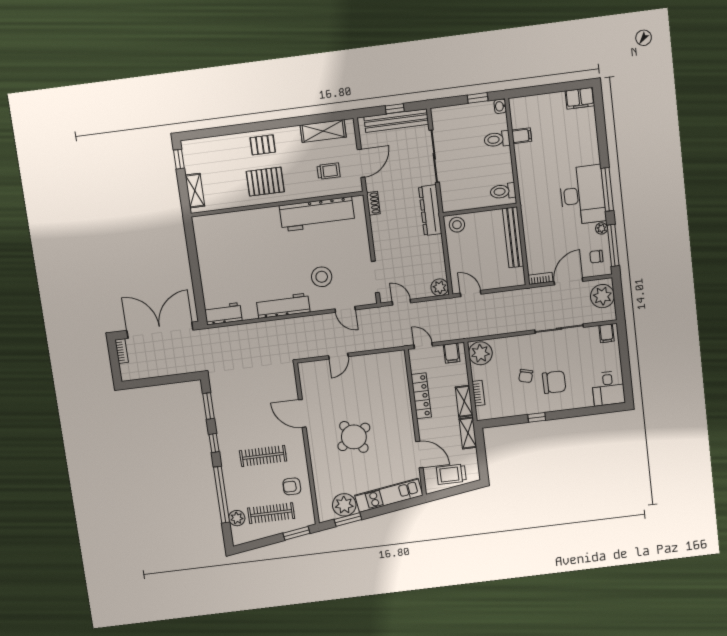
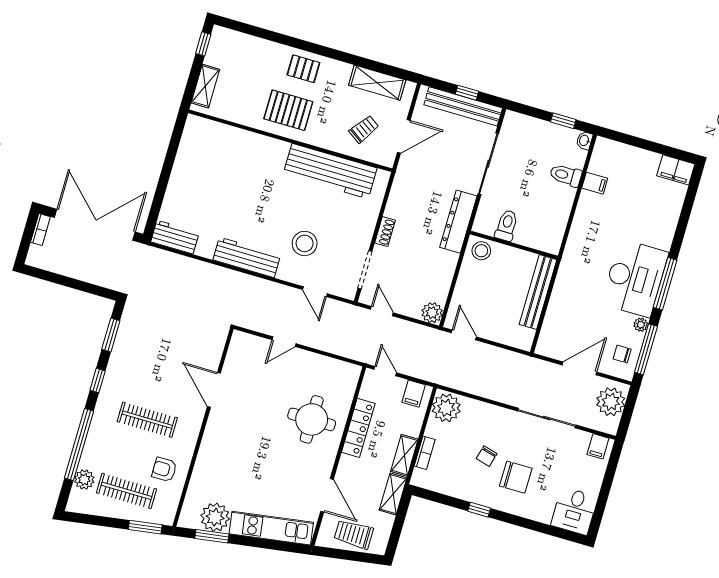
trolley: (329, 171) -> (364, 129), turned -55
toilet: (503, 191) -> (507, 225), moved, turned 90
shoe rack: (373, 203) -> (385, 232), moved
bookcase: (540, 278) -> (549, 352), removed
round table: (354, 437) -> (312, 419), moved, turned 33

